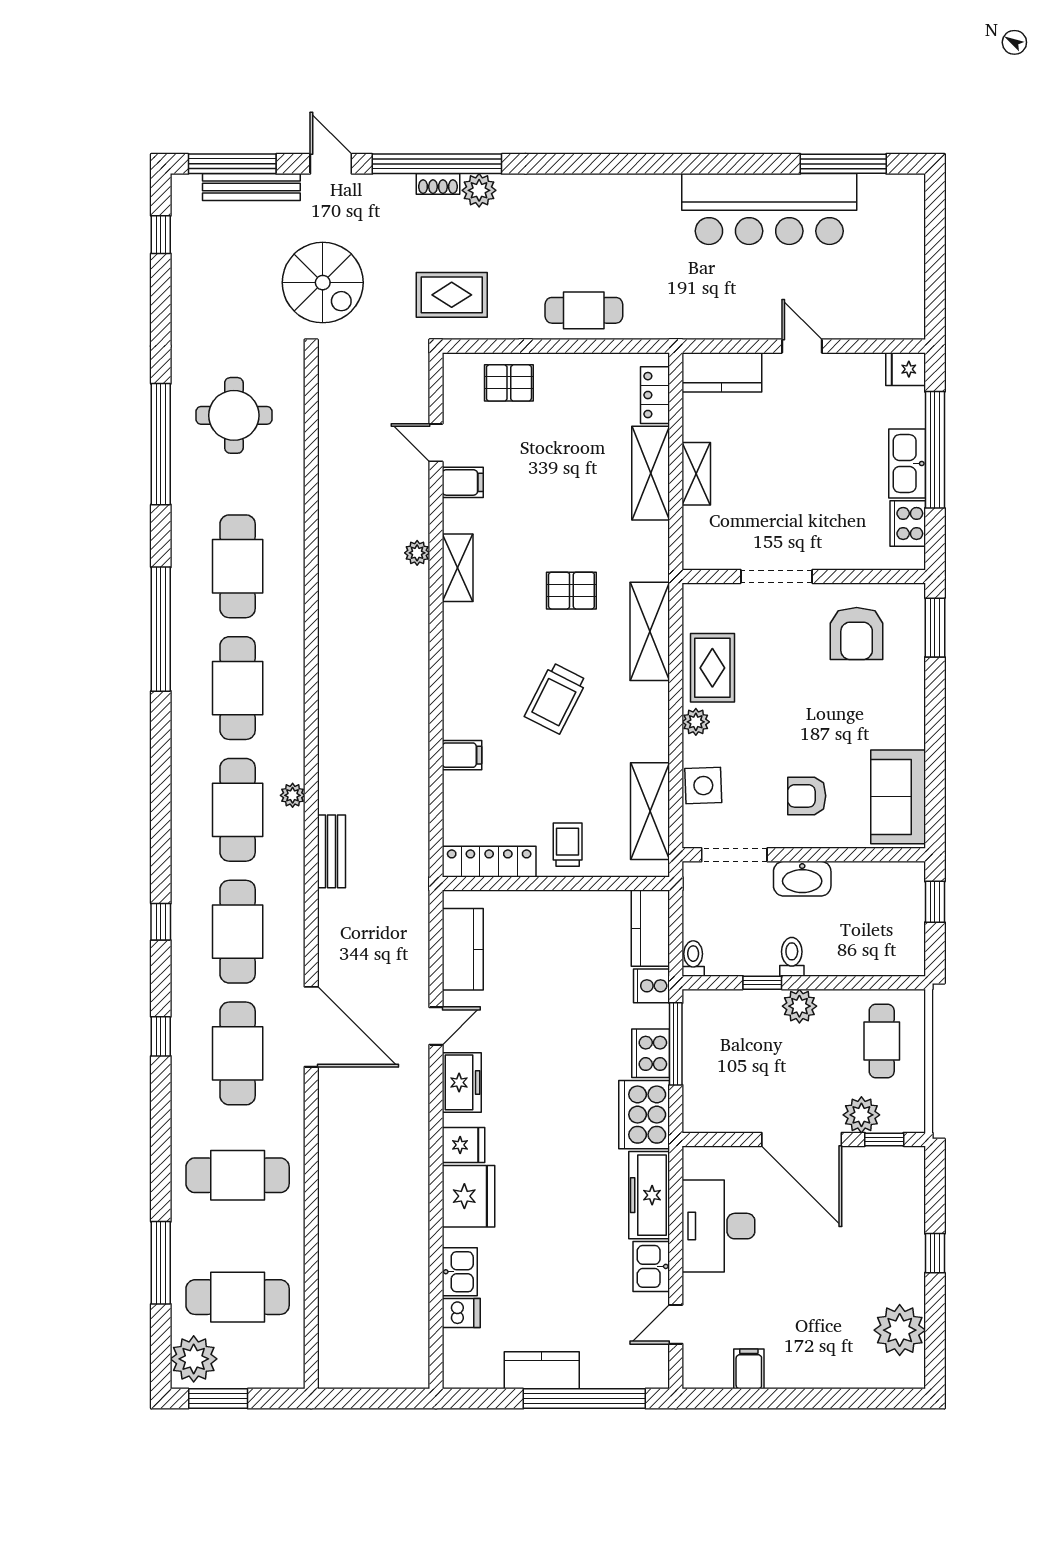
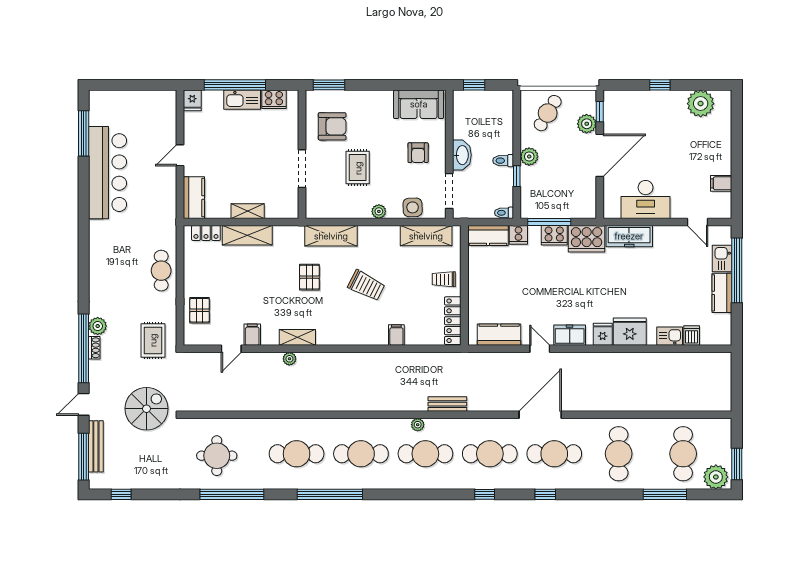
rug: (712, 668) -> (358, 168), moved, turned 90
cafe table: (882, 1041) -> (548, 113), turned -59
kitchen sink: (651, 1266) -> (722, 259), moved, turned 90

